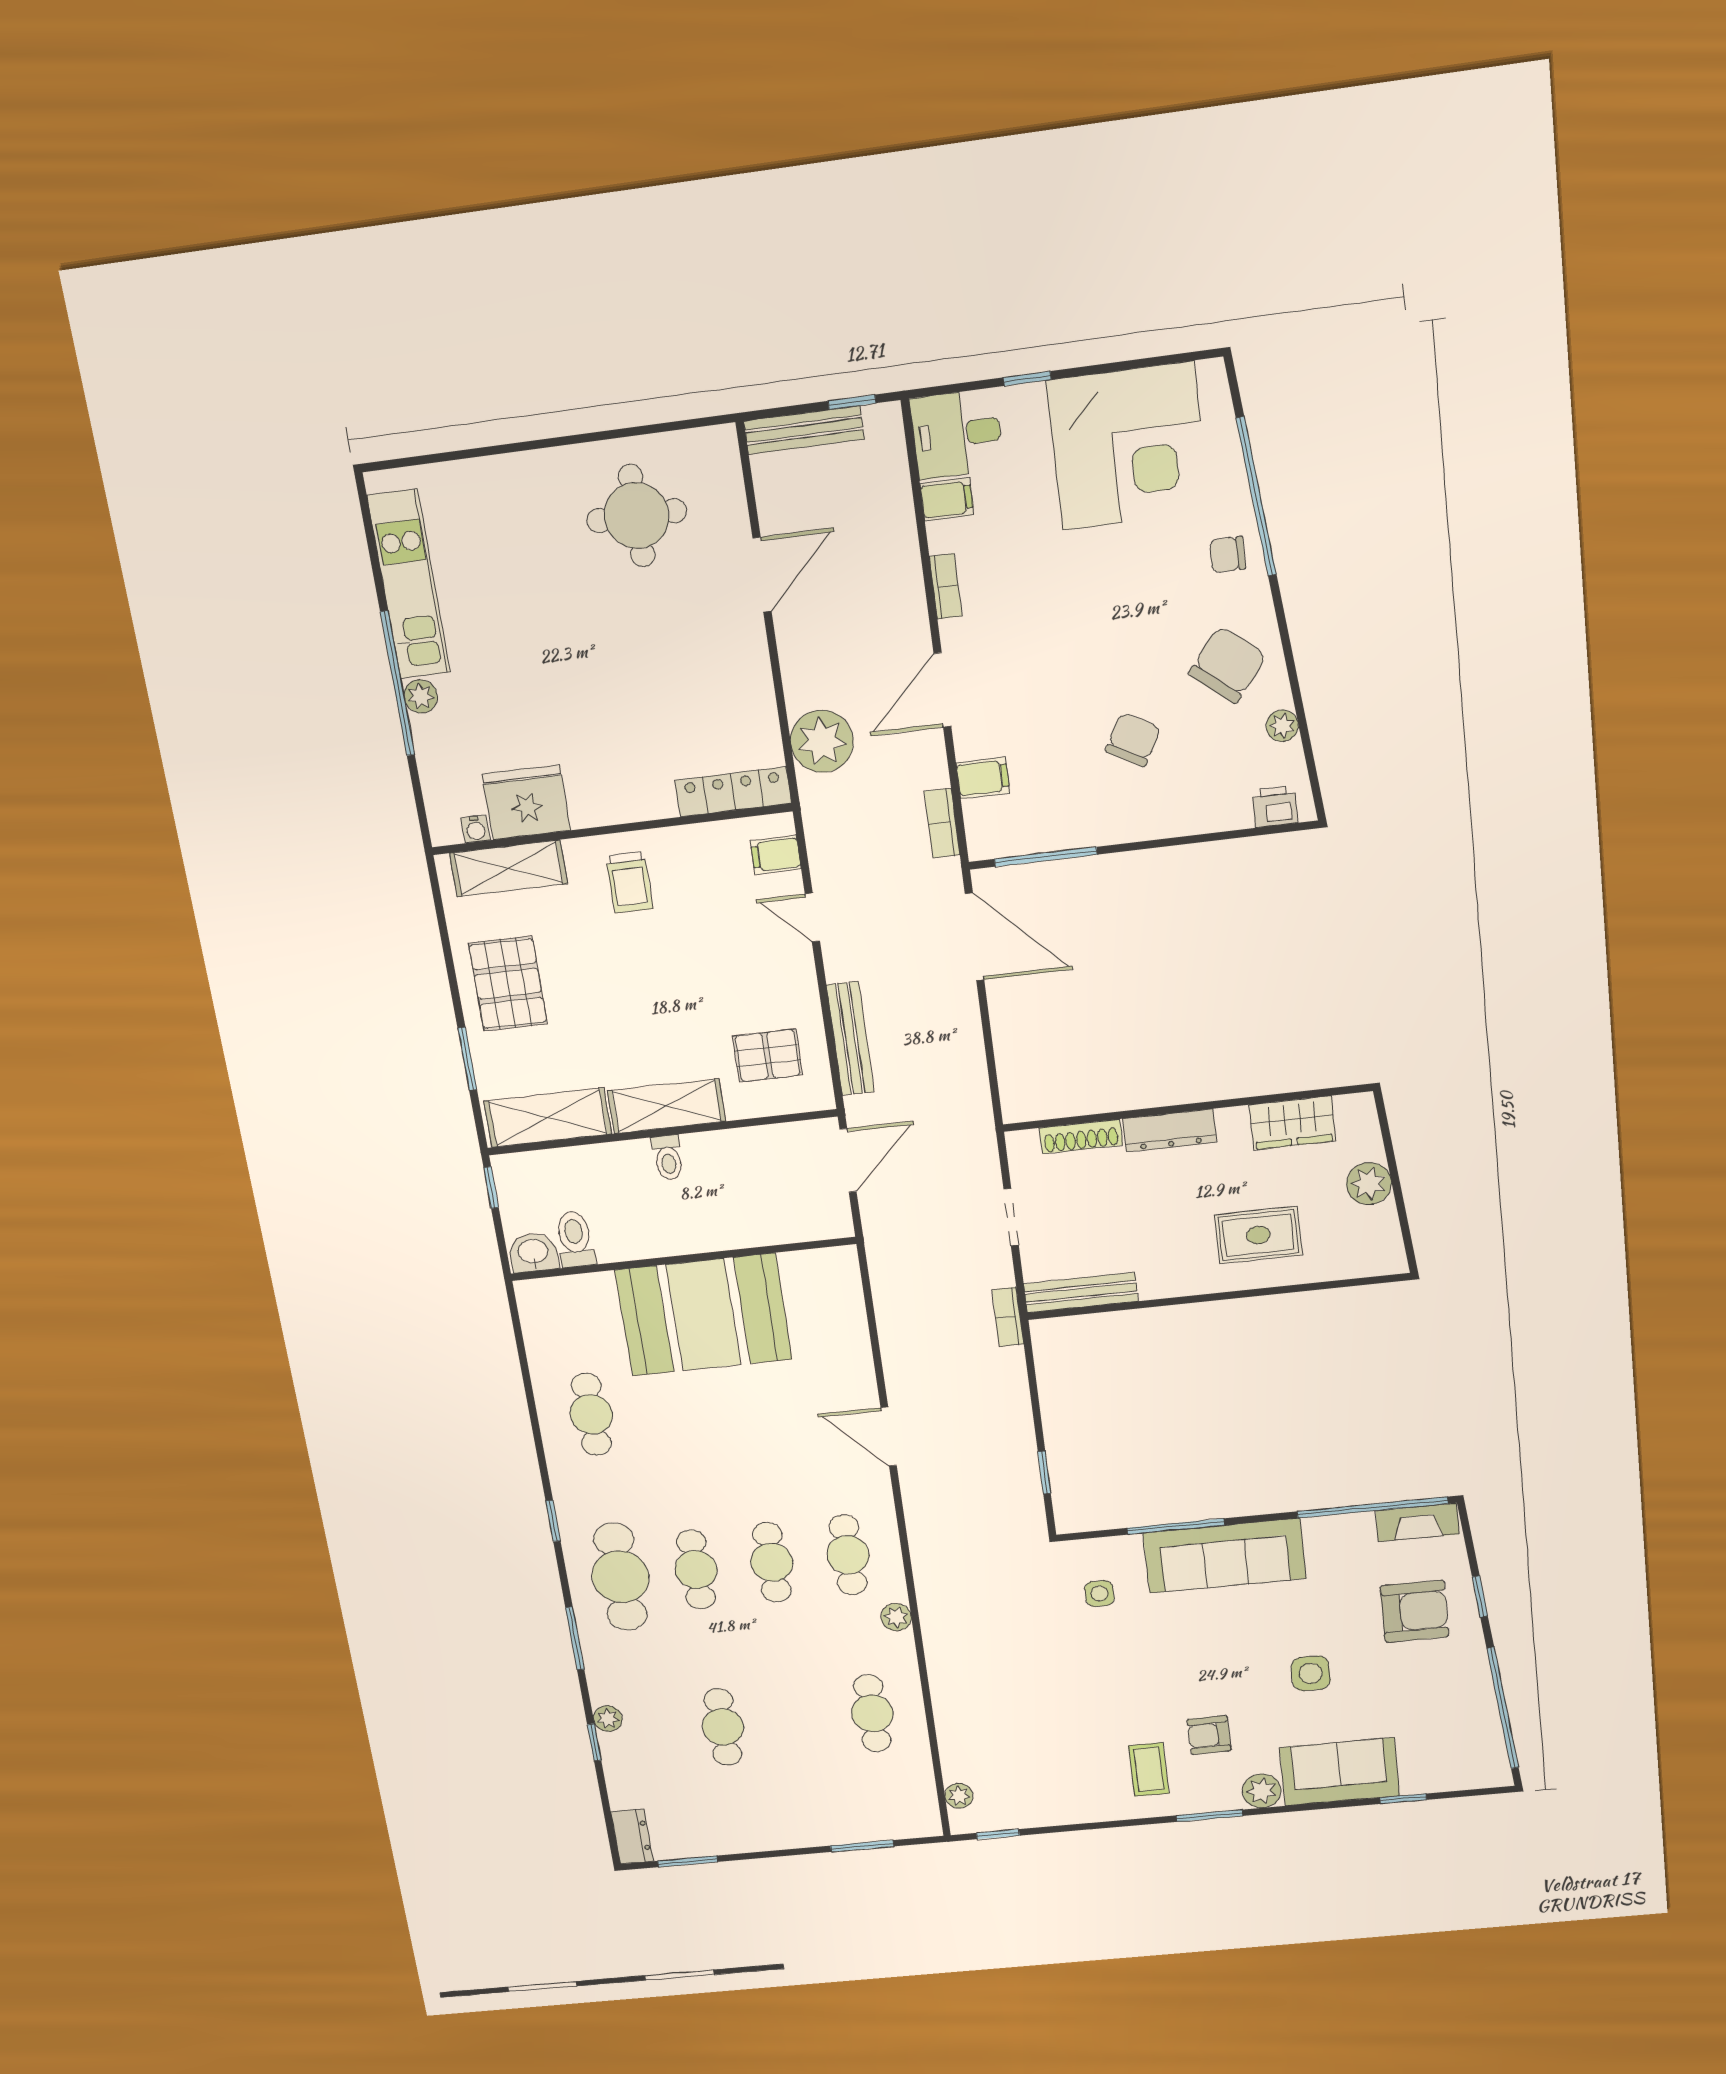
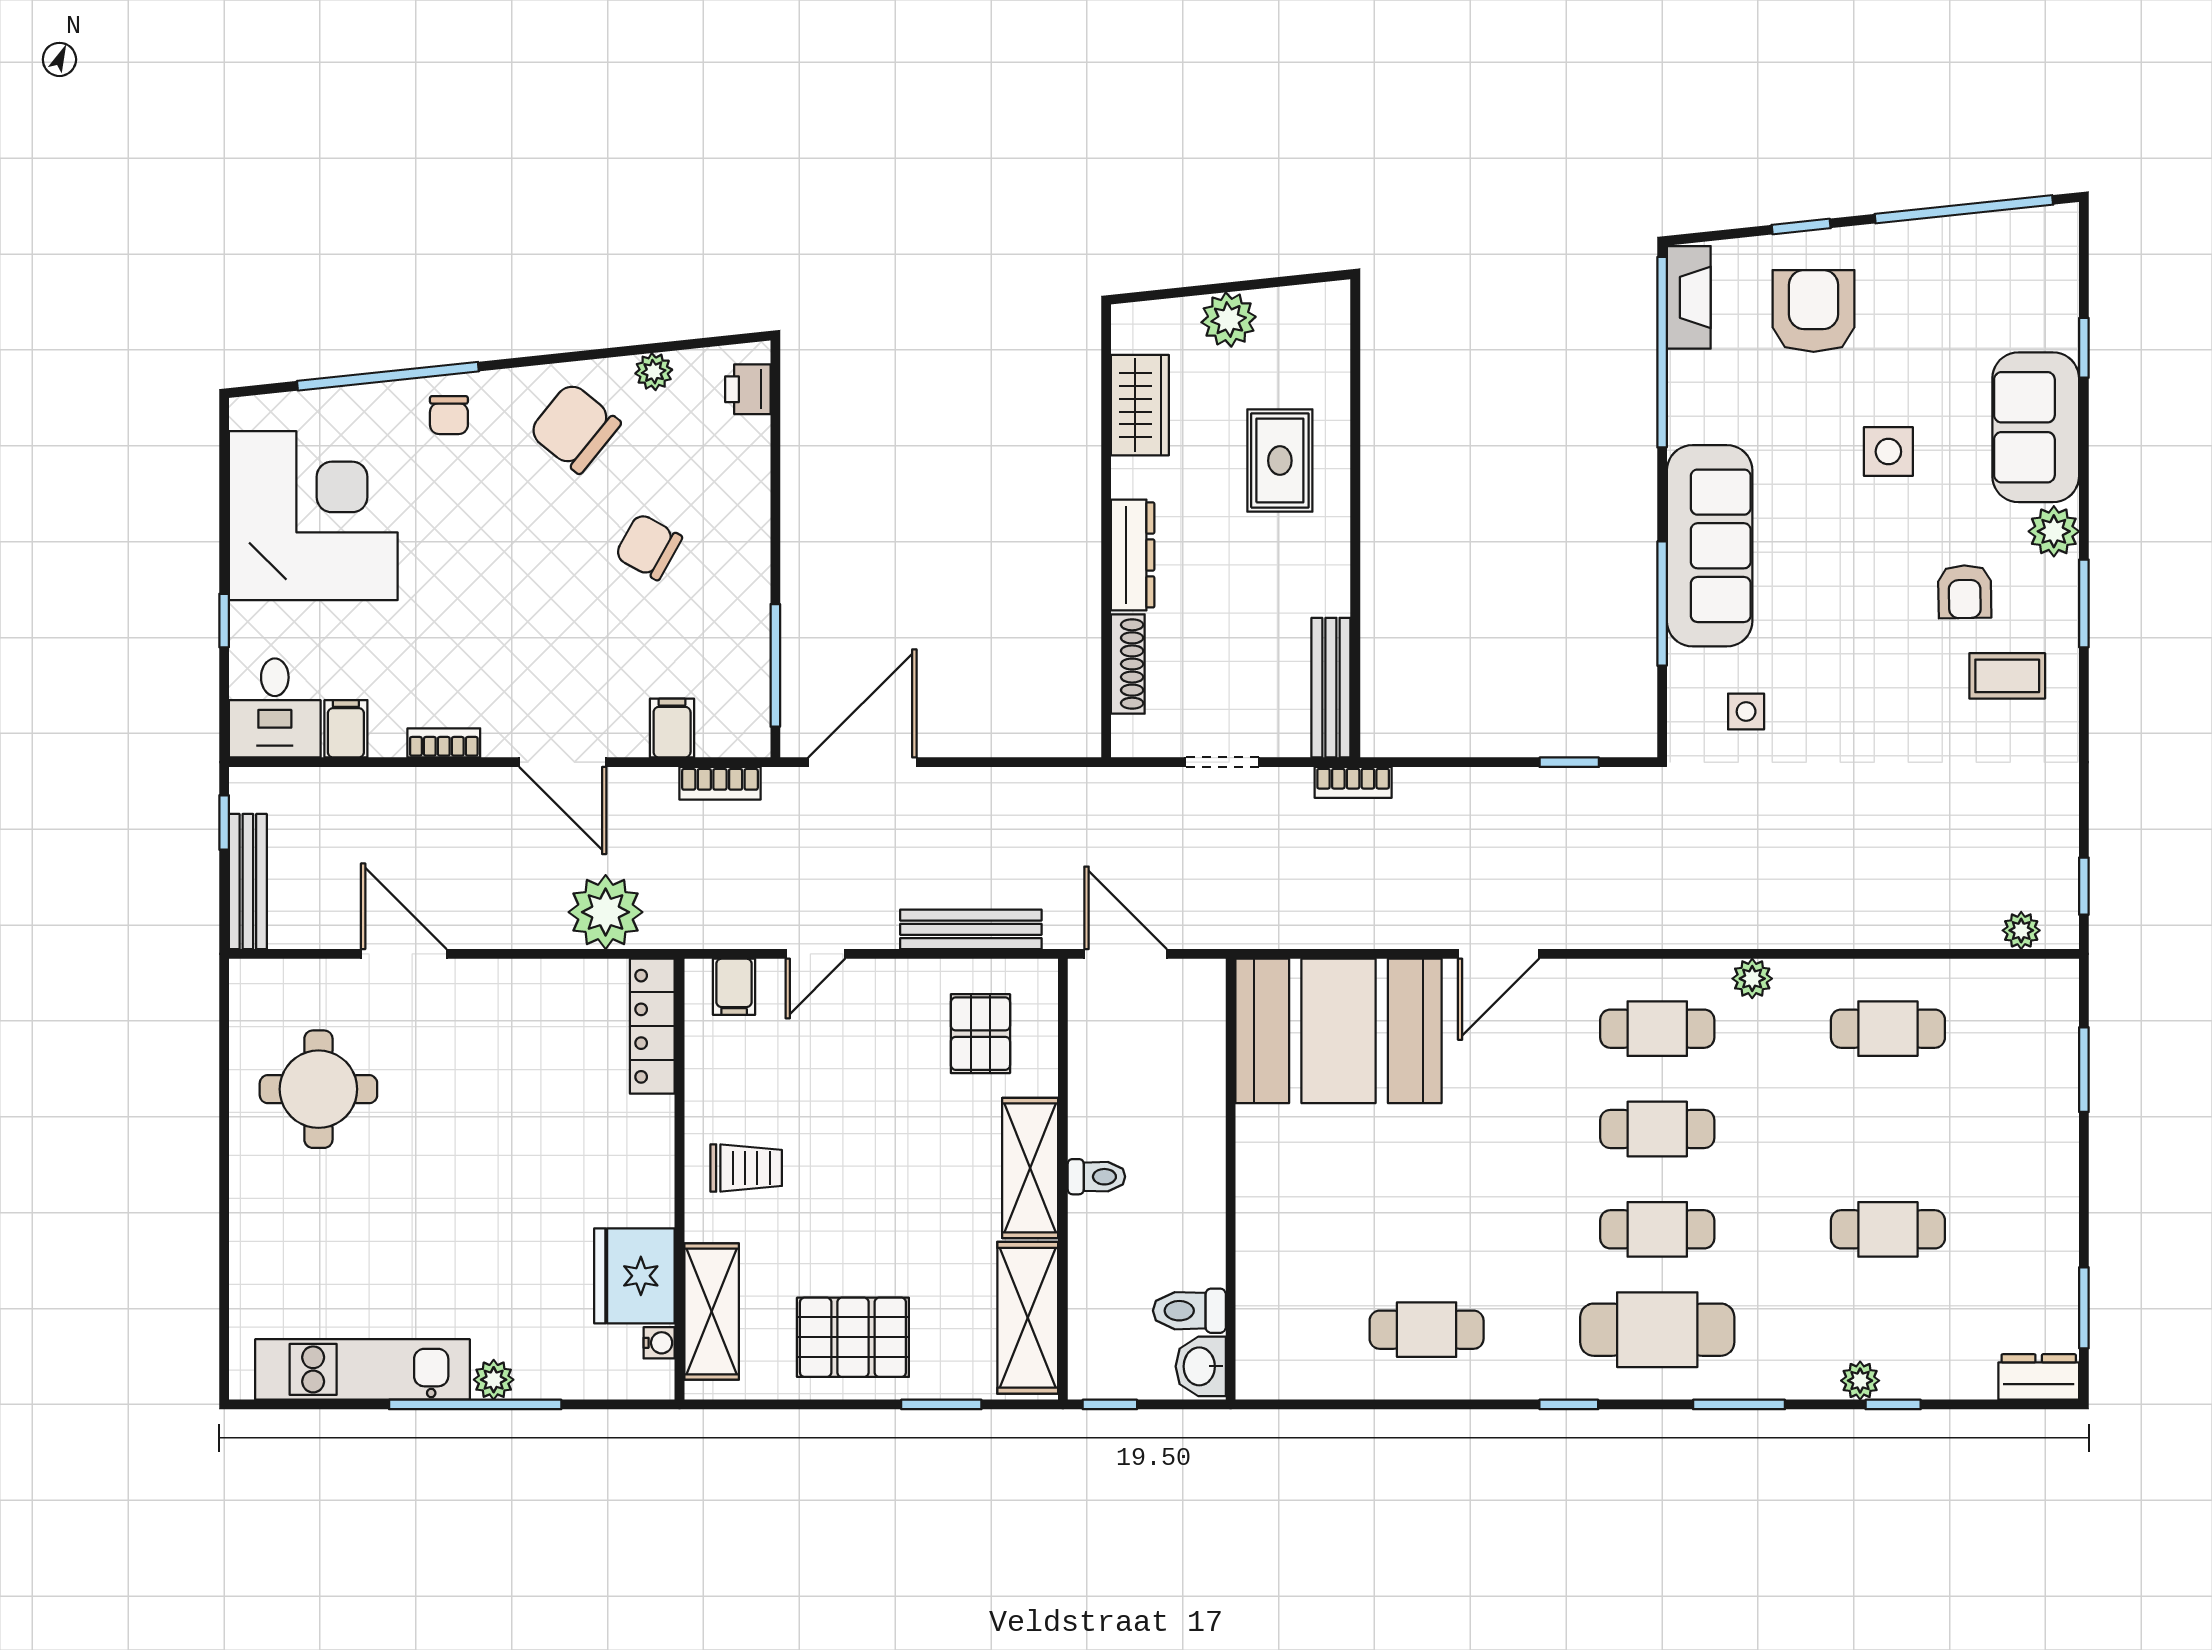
booth: (703, 1315) -> (1338, 1031), moved, turned 90

